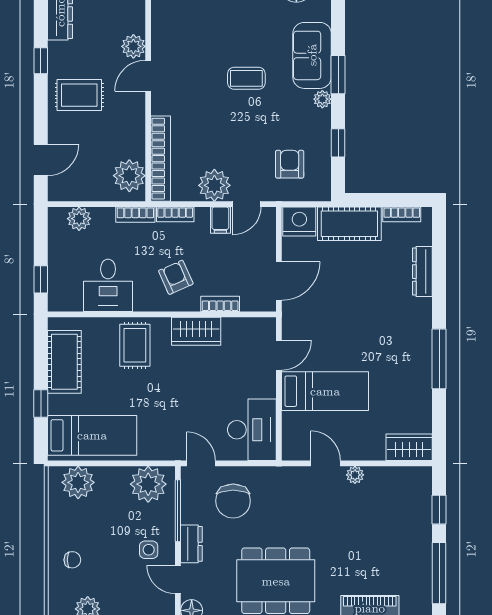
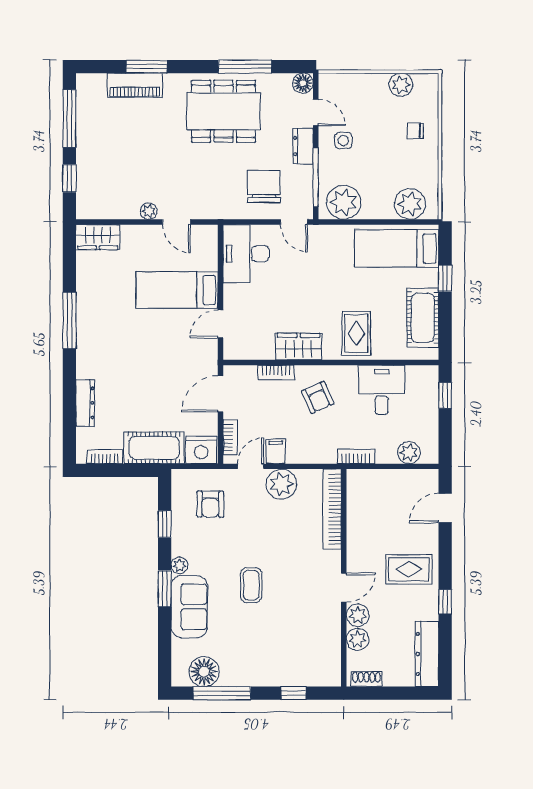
coffee table: (246, 78) -> (251, 585), turned 90
plant: (129, 176) -> (358, 639), moved, width x0.73, depth x0.73
bookcase: (175, 214) -> (230, 437), moved, turned 90

